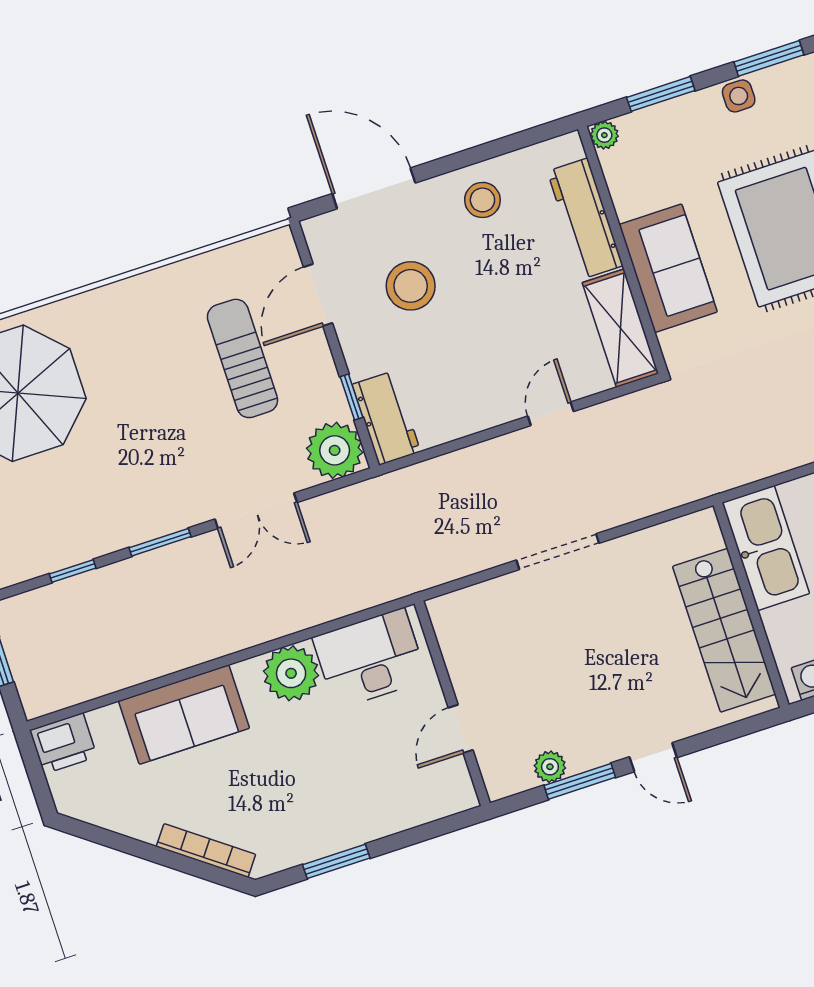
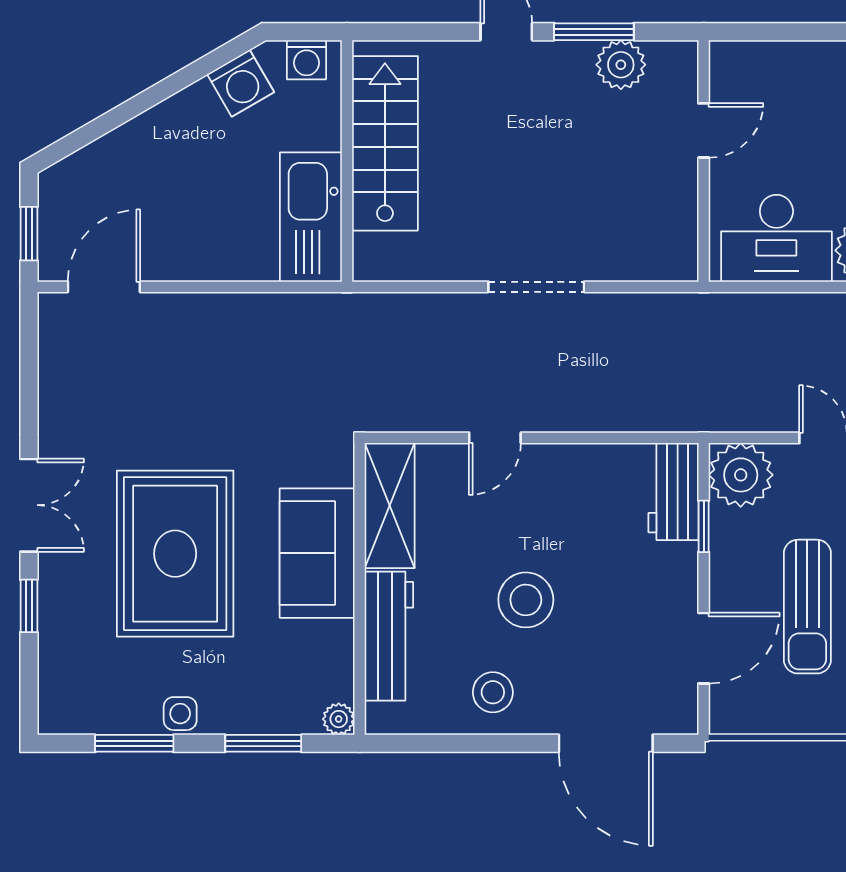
stool: (411, 286) -> (526, 600), moved
plant: (550, 767) -> (621, 65), width x1.38, depth x1.38

